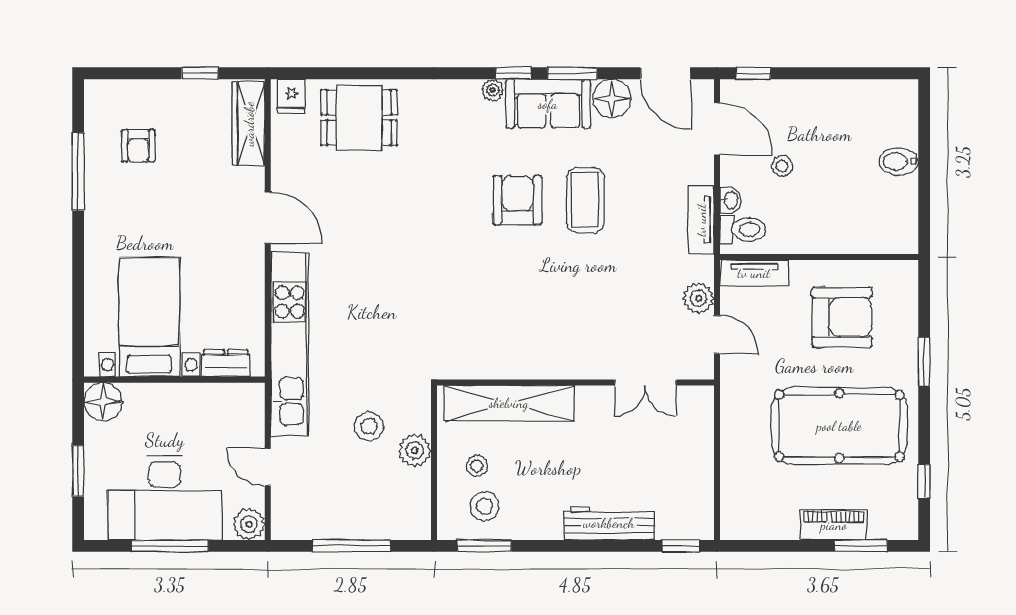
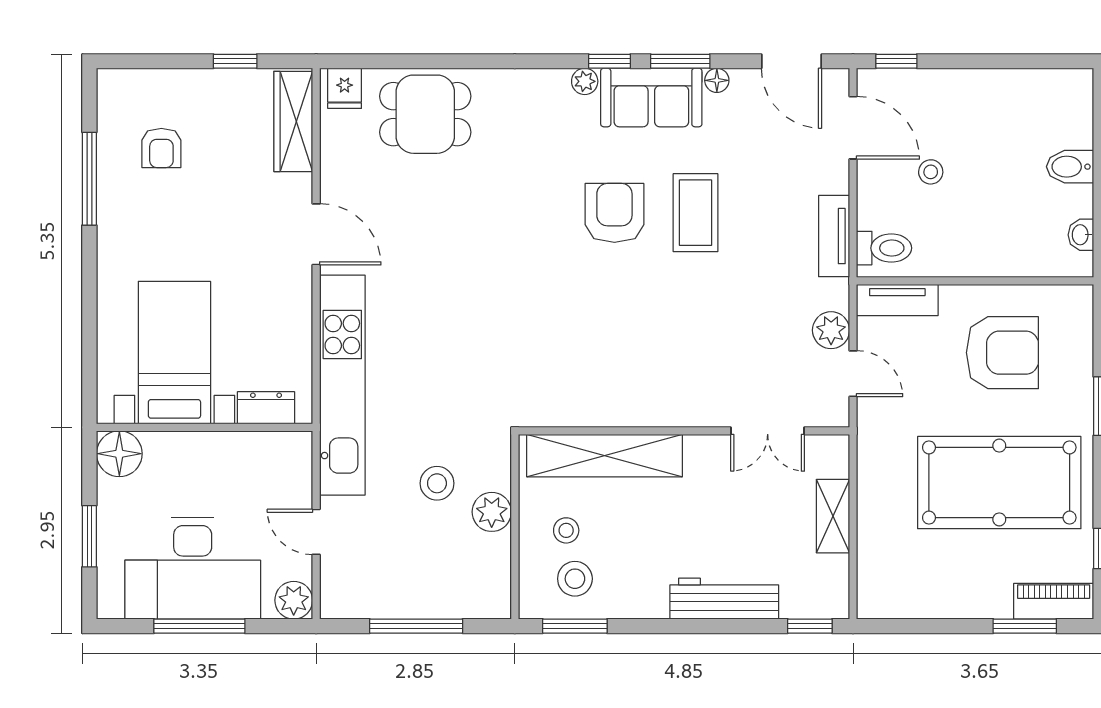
floor lamp: (612, 98) -> (717, 80), width x0.53, depth x0.53
washbasin: (731, 200) -> (1081, 235), moved, turned 180
shelving: (700, 454) -> (833, 516), added
piano: (834, 525) -> (1054, 601), moved

